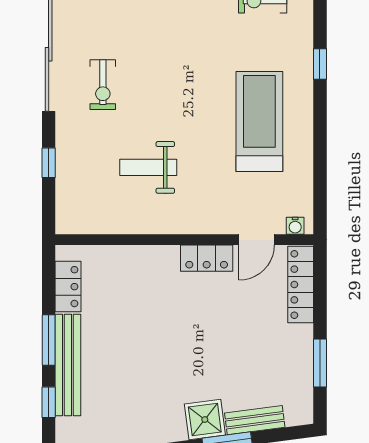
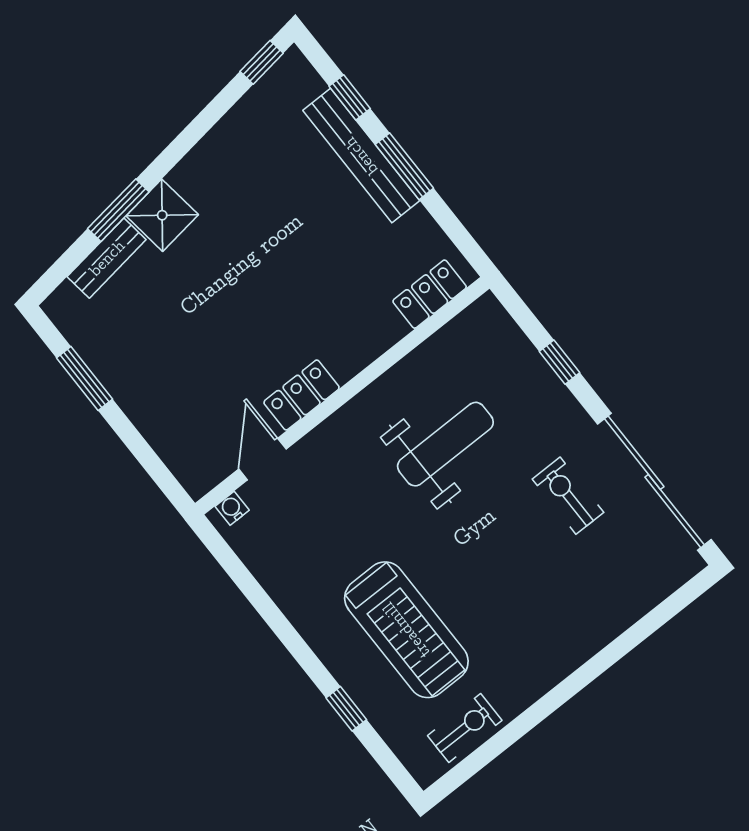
treadmill: (259, 121) -> (406, 630), moved
weight bench: (148, 167) -> (445, 444), width x1.36, depth x1.33
locker: (301, 285) -> (175, 448), removed
locker: (68, 287) -> (430, 294), moved, turned 90

